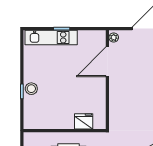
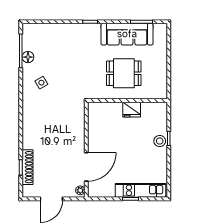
fridge: (84, 121) -> (132, 110), moved

